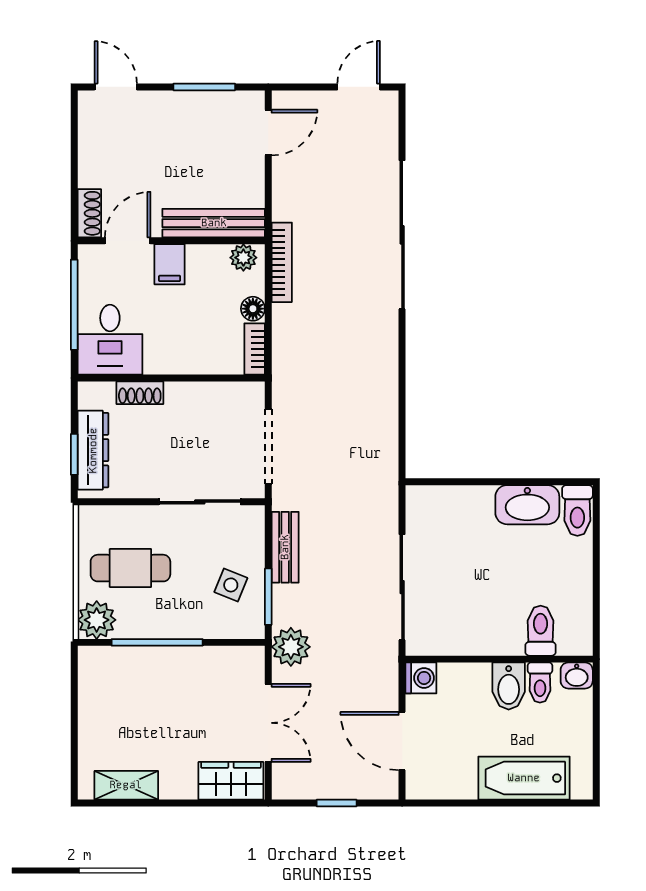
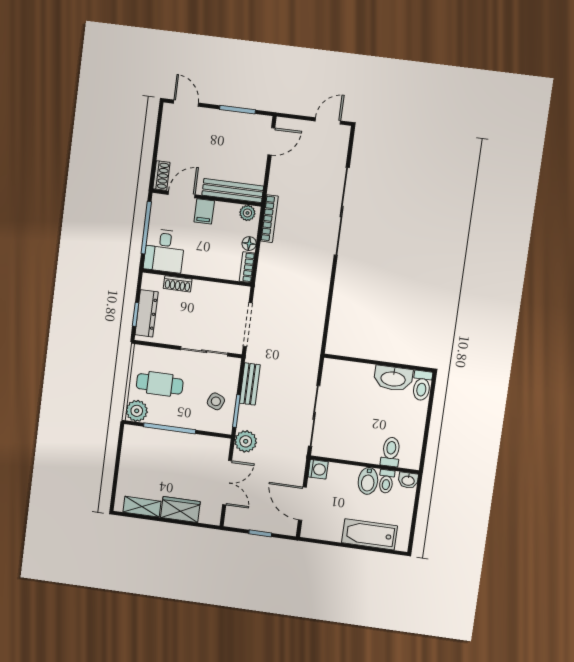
wardrobe: (231, 781) -> (180, 509), moved

